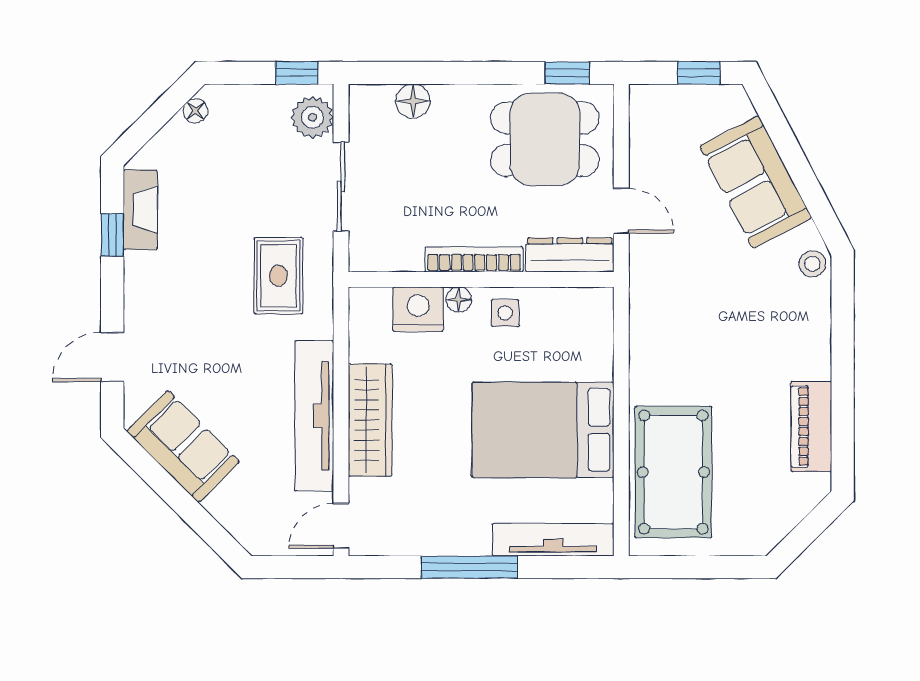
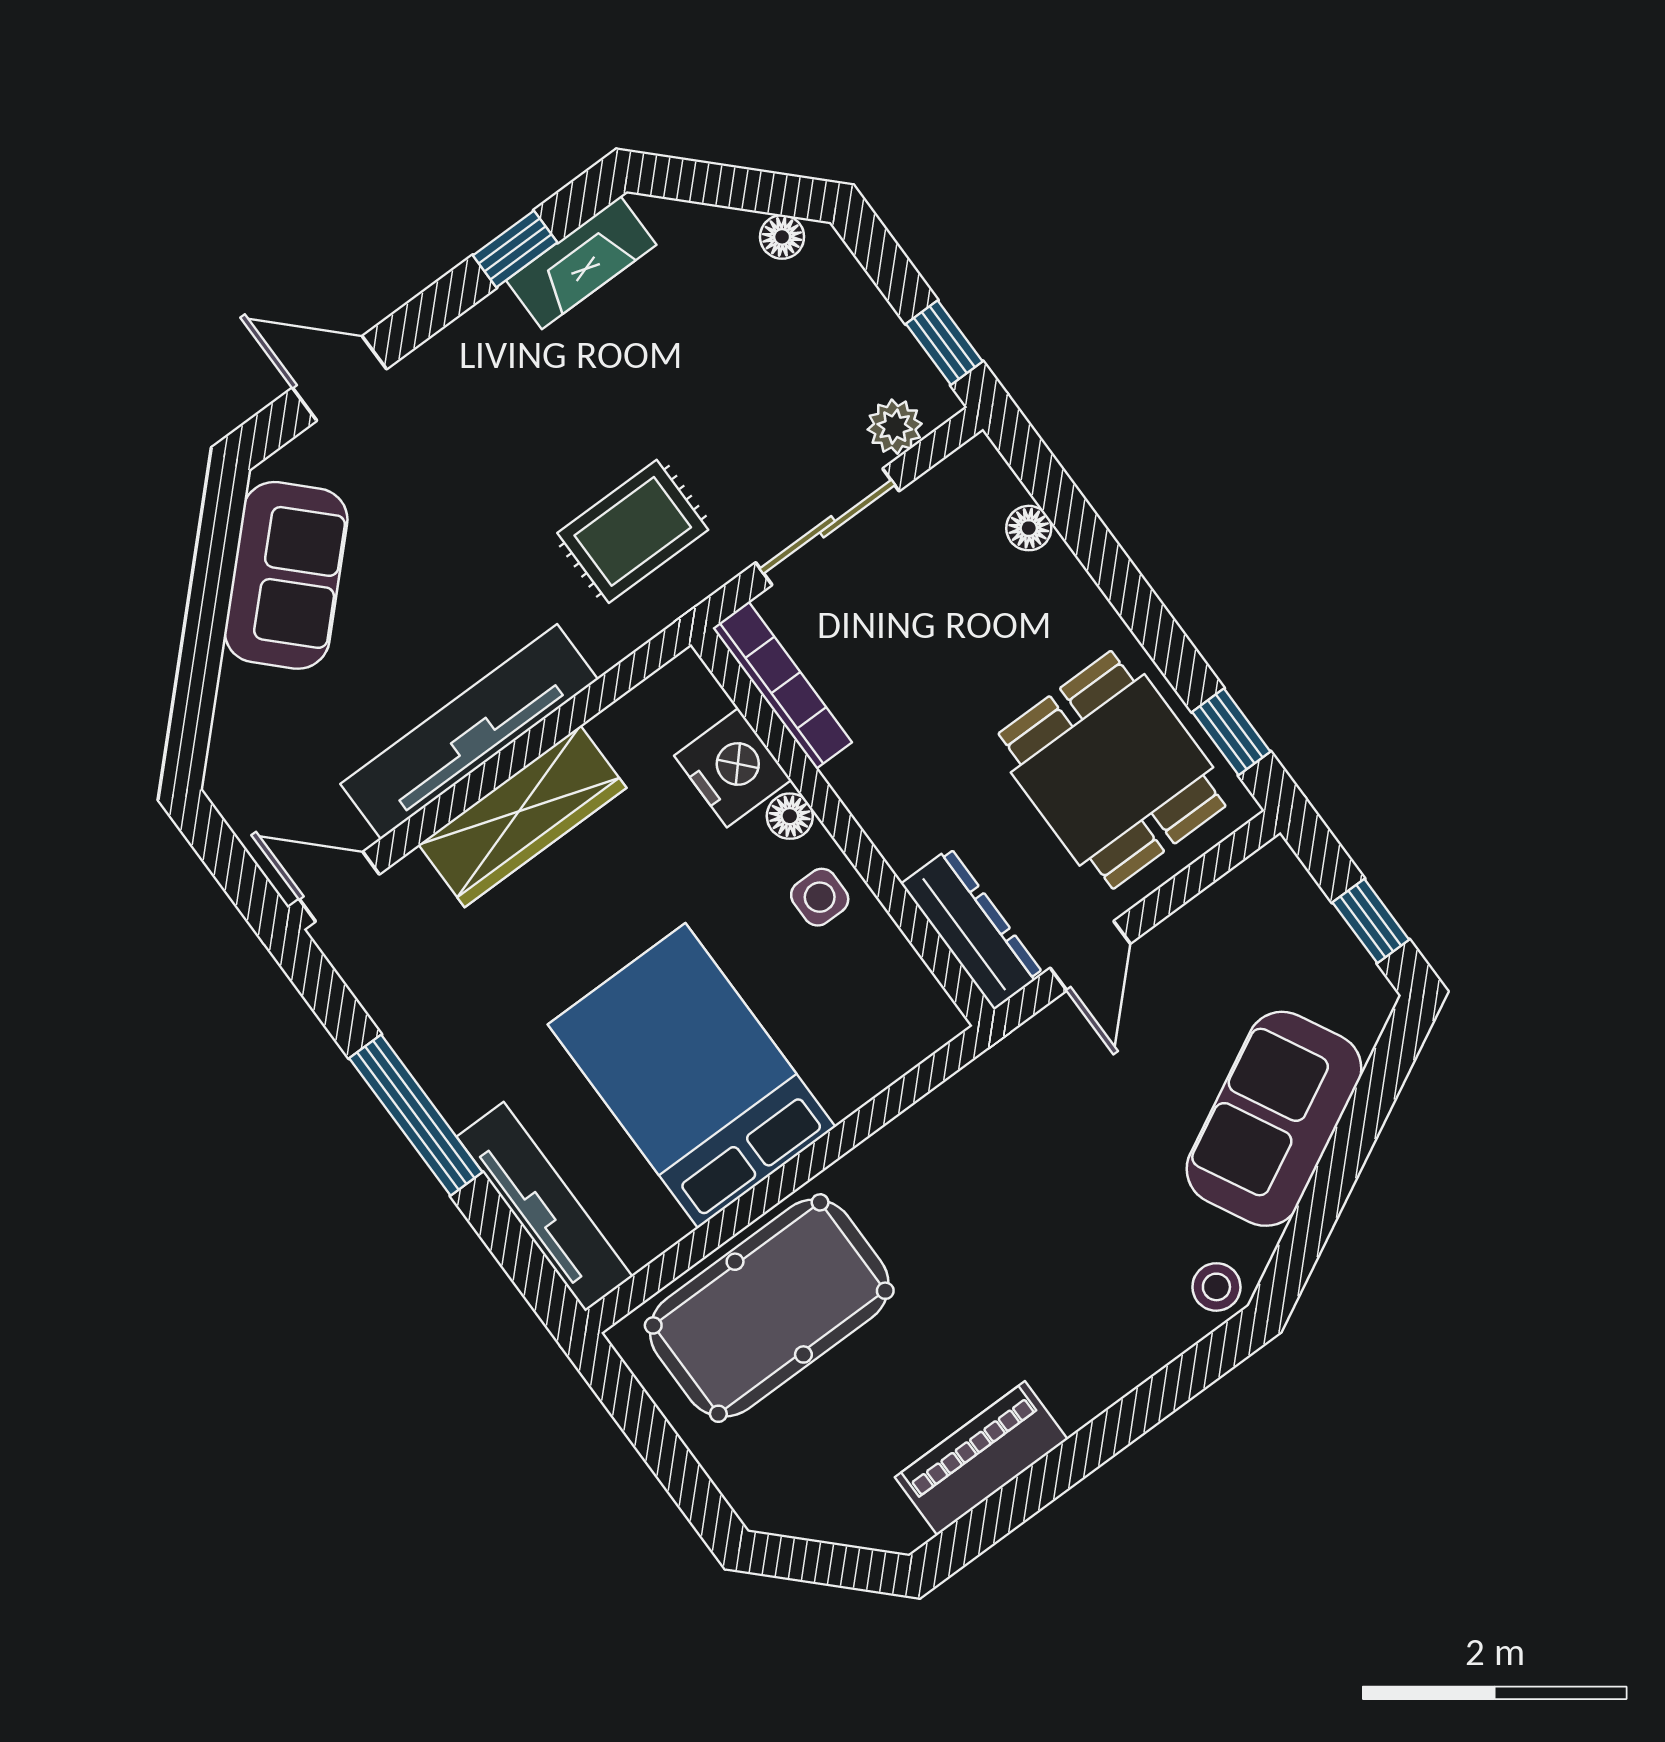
floor lamp: (413, 101) -> (1029, 528), width x0.73, depth x0.73
plant: (312, 117) -> (895, 427), width x0.73, depth x0.73
bookcase: (474, 259) -> (782, 685), moved

